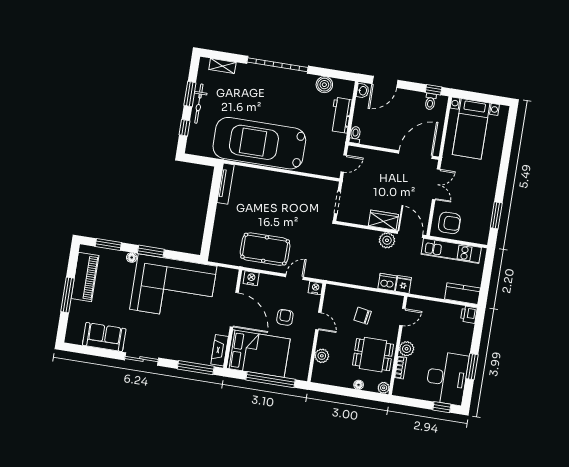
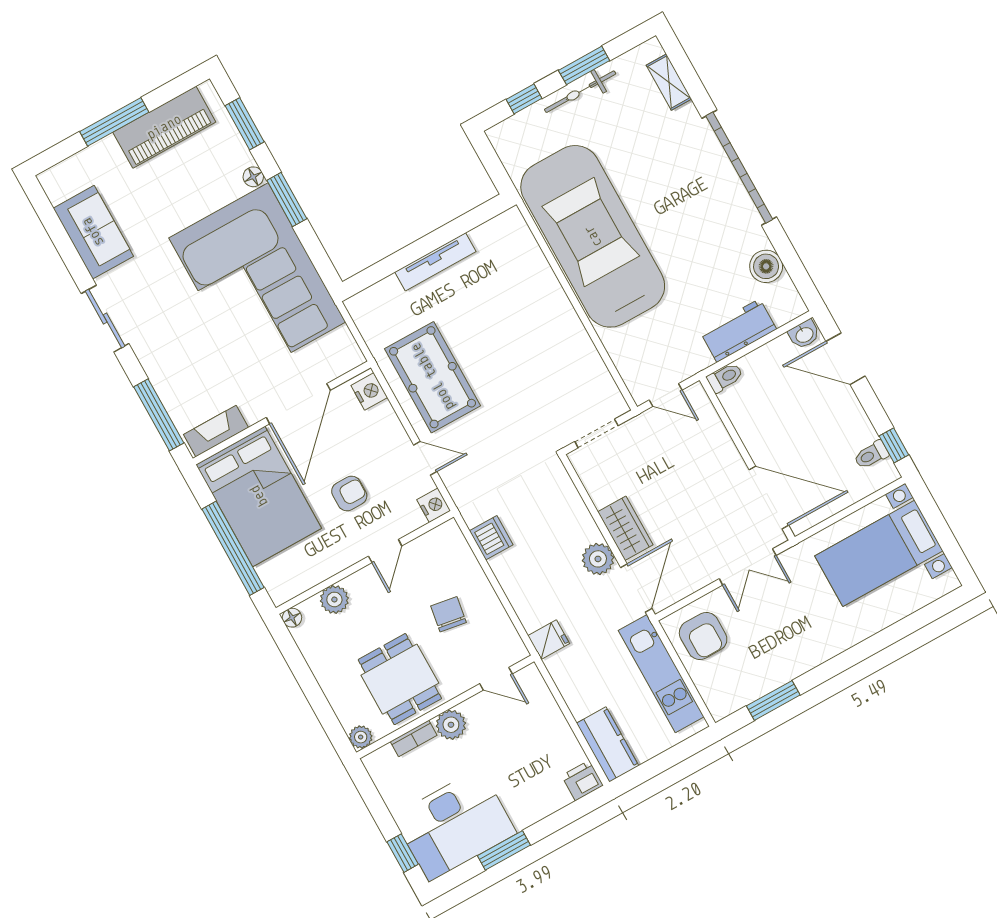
tv unit: (225, 184) -> (435, 262), moved
dishwasher: (387, 282) -> (491, 538), moved
floor lamp: (359, 385) -> (292, 618), moved

